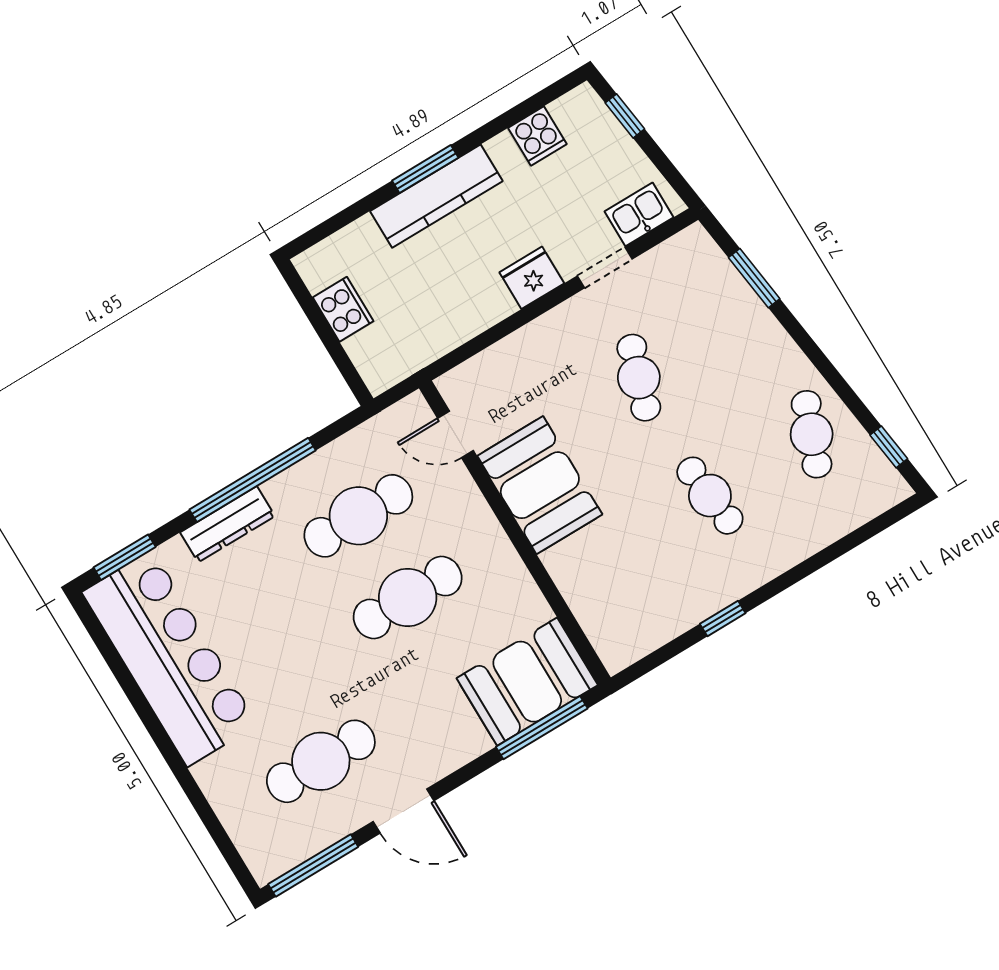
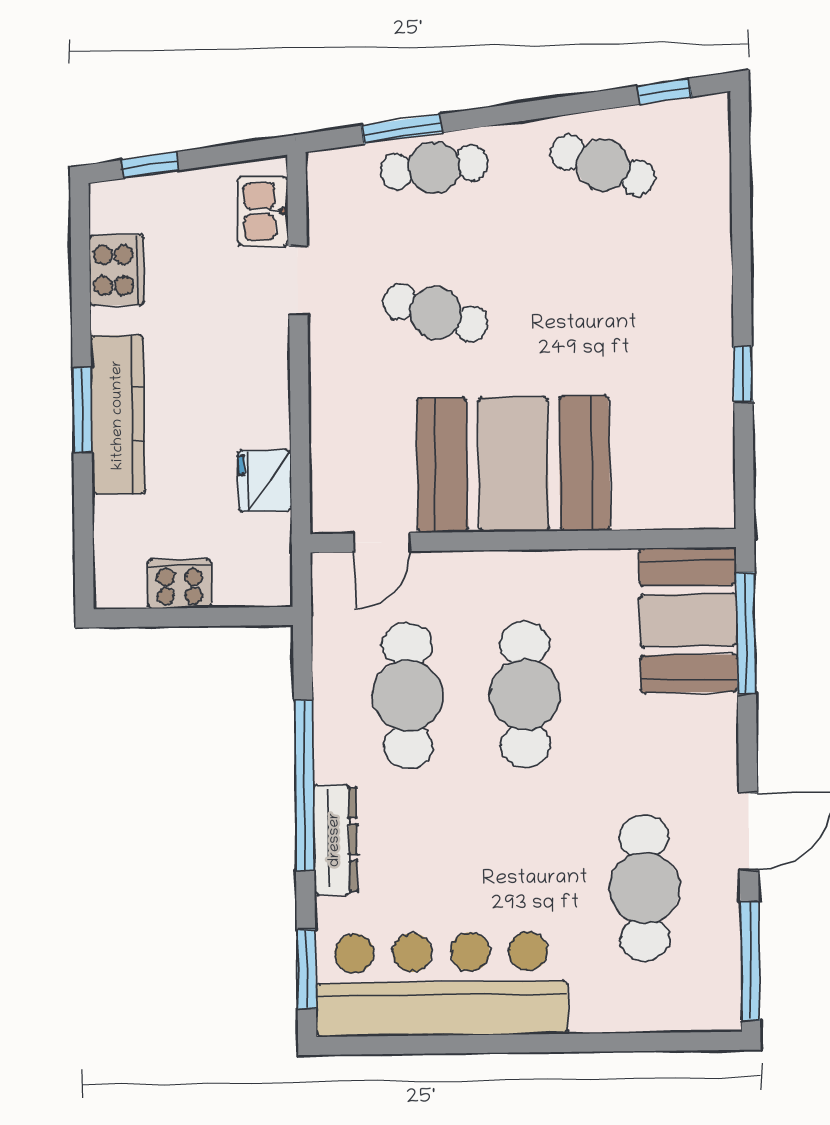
cooker: (537, 136) -> (117, 270), width x1.36
fridge: (532, 278) -> (265, 481), moved
booth: (540, 485) -> (513, 464), width x1.36, depth x1.42
cafe table: (710, 496) -> (434, 167), moved

